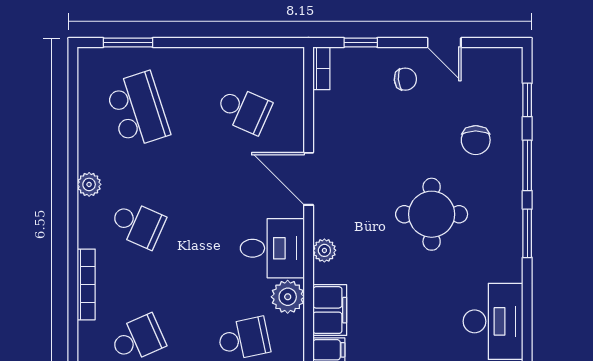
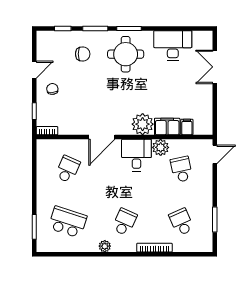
school desk: (138, 110) -> (68, 222), turned 36
round table: (432, 214) -> (126, 54), moved
plant: (324, 250) -> (143, 124), width x1.88, depth x1.88

